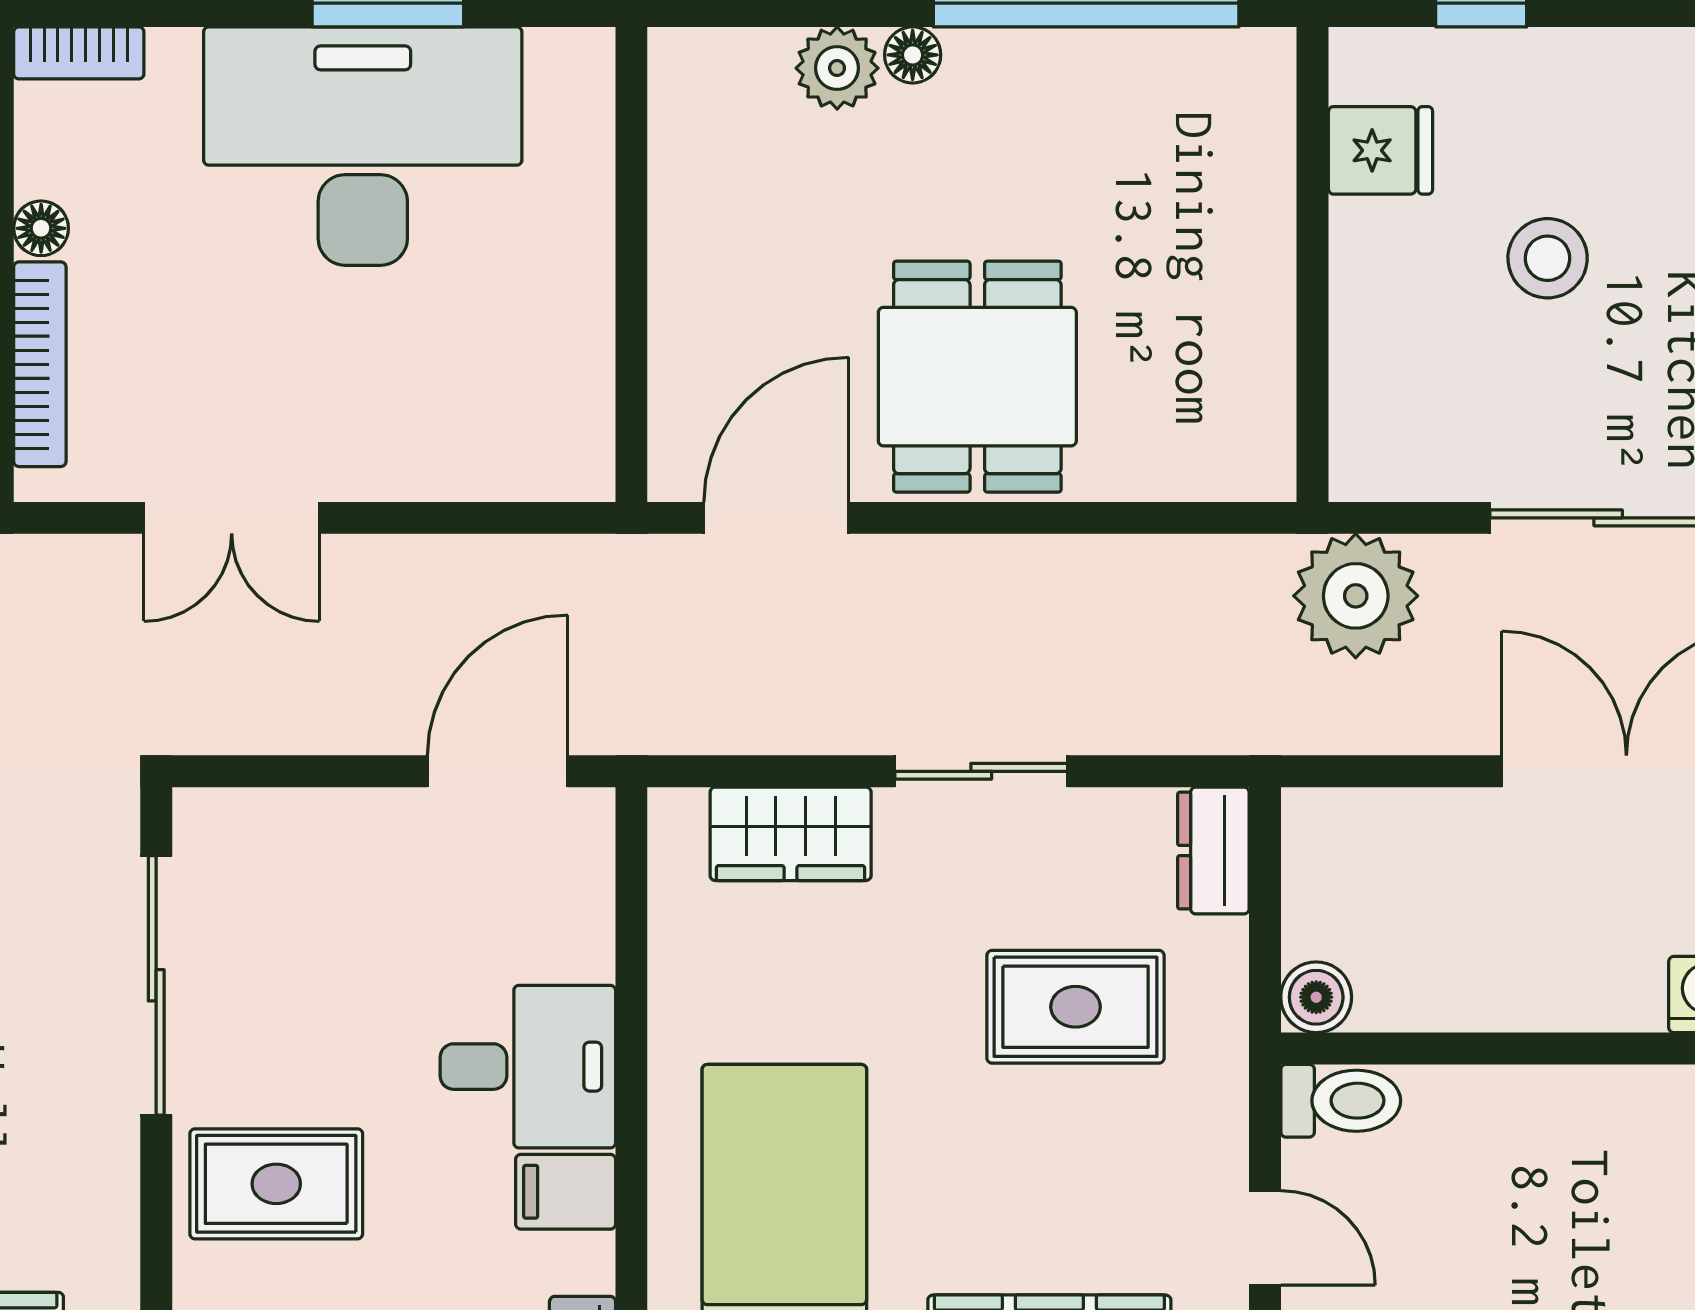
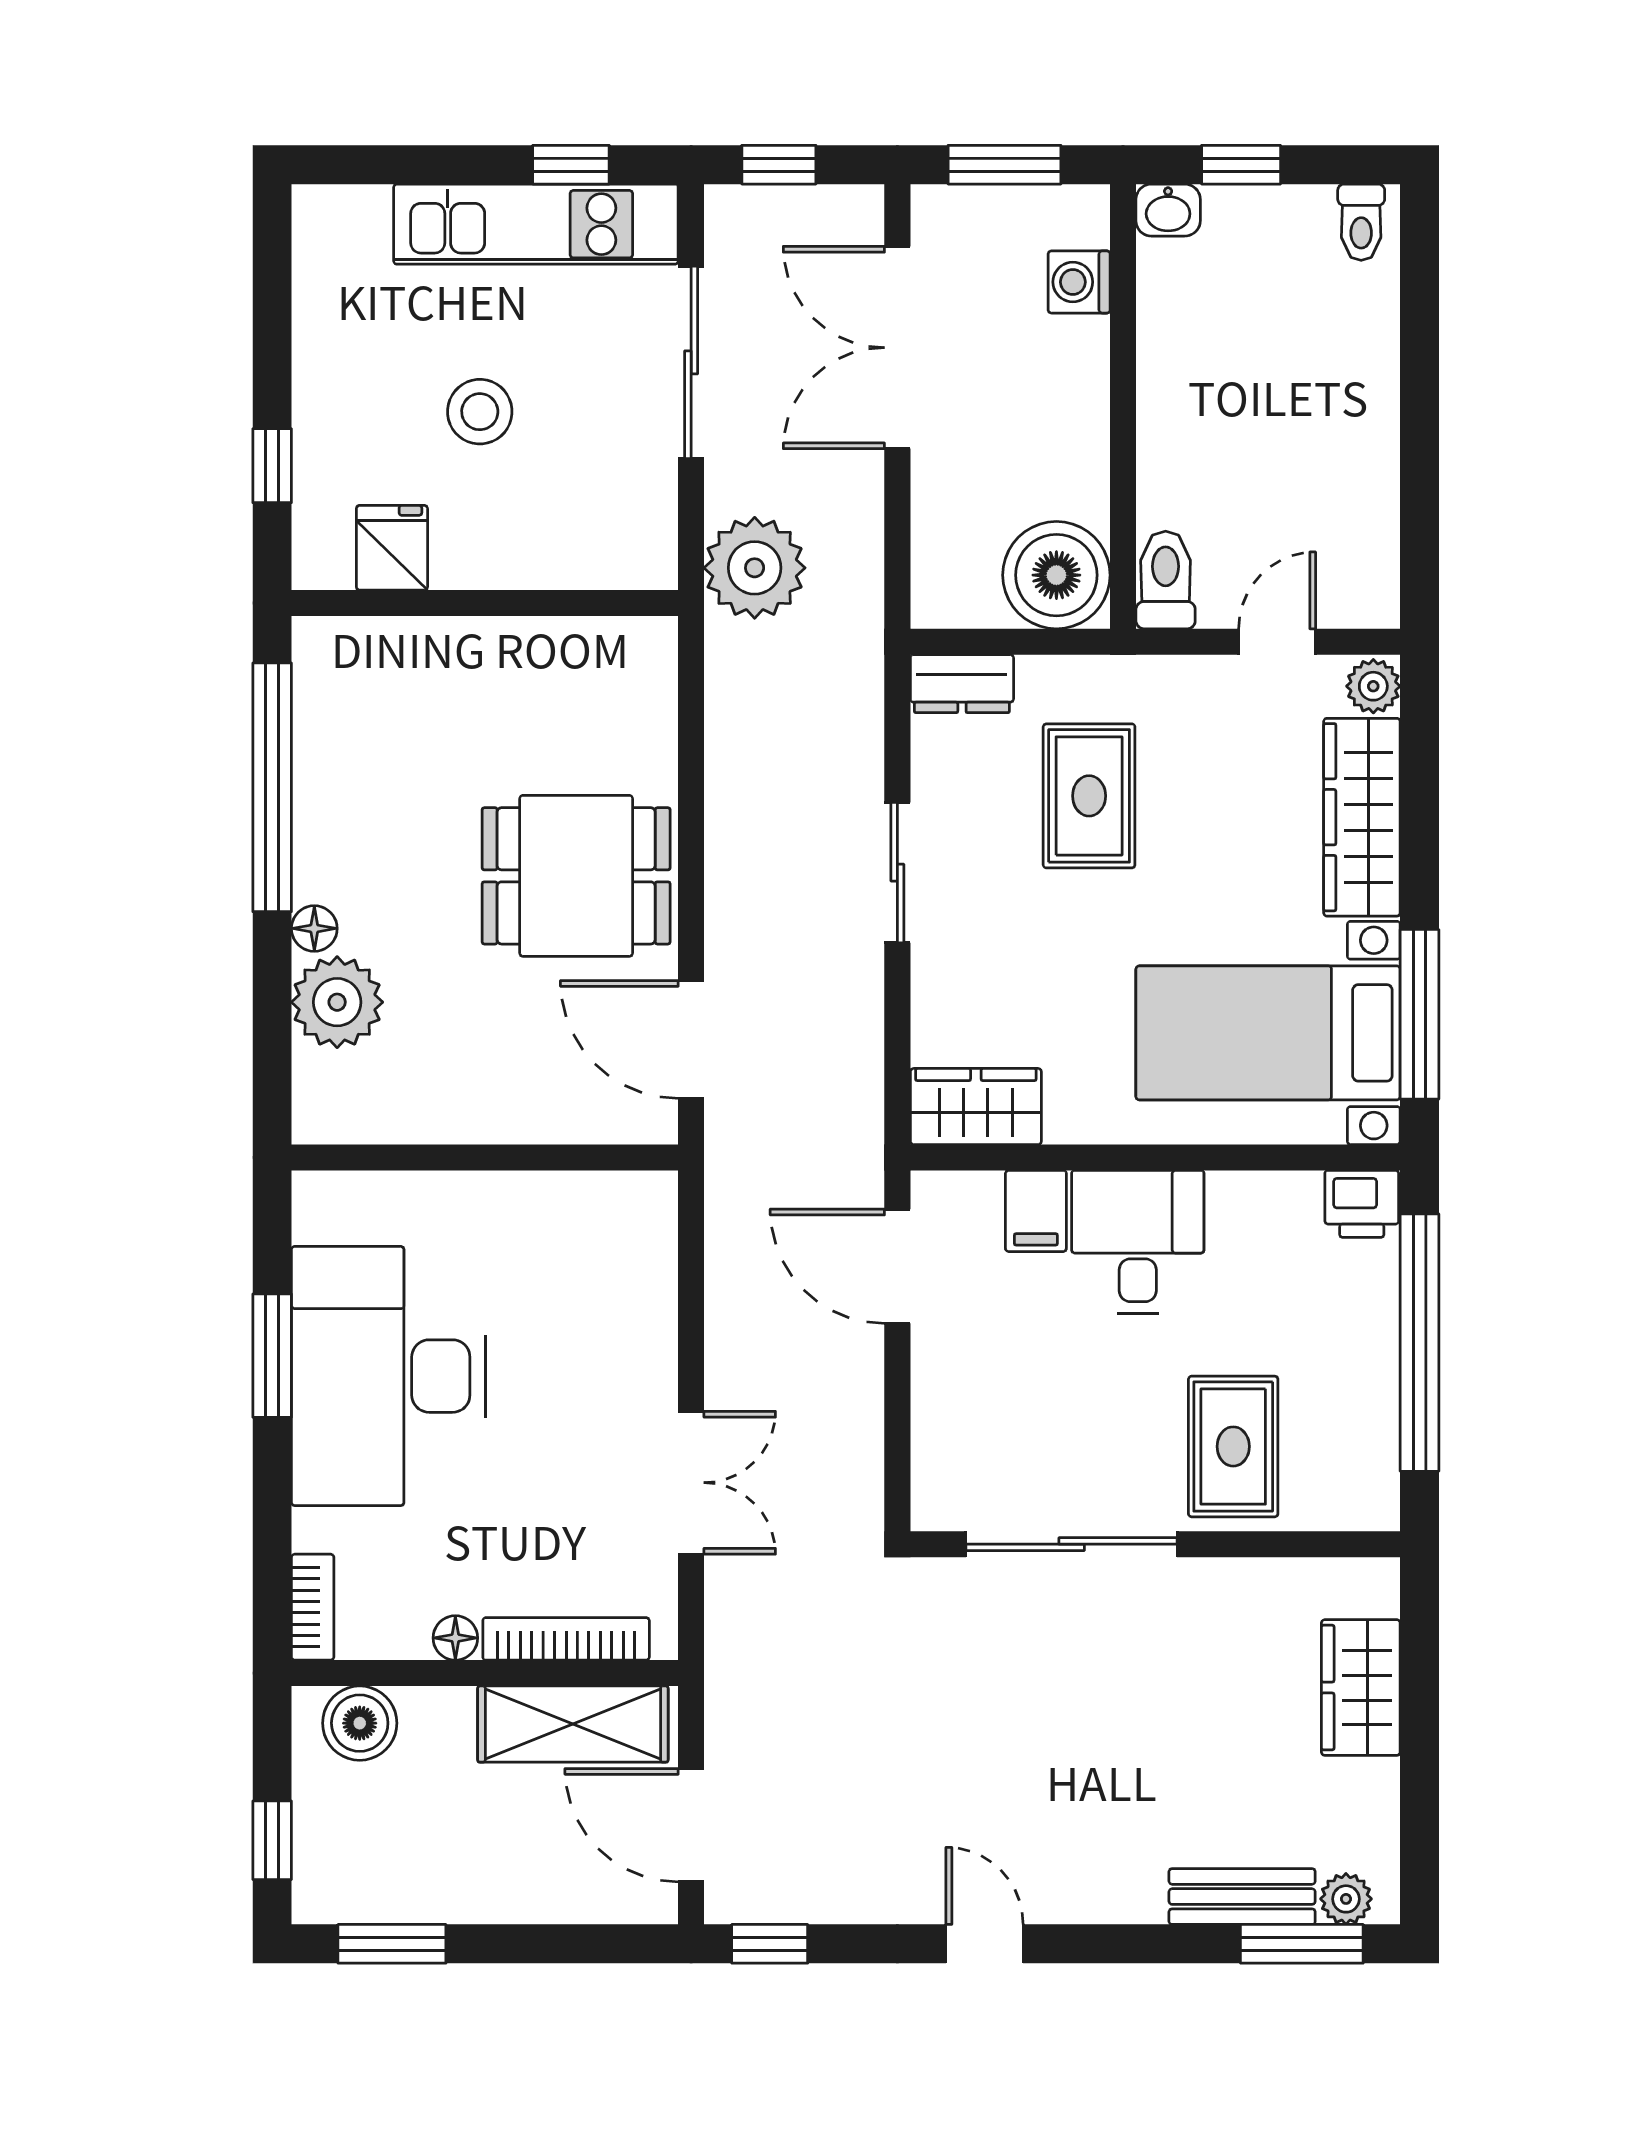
plant: (837, 68) -> (337, 1002), width x1.36, depth x1.36
wardrobe: (791, 834) -> (976, 1106), moved, turned -90
boiler: (1316, 997) -> (1056, 575), width x1.86, depth x1.86
filing cabinet: (566, 1192) -> (1036, 1211), moved

